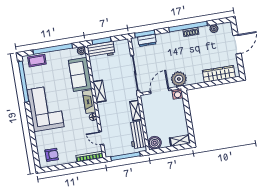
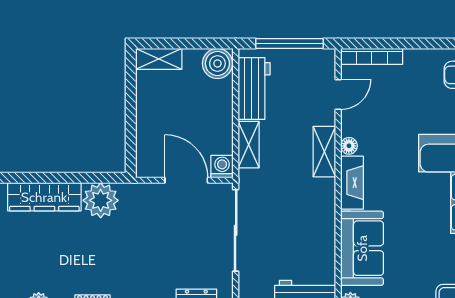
plant: (179, 79) -> (101, 200), moved
shelving: (99, 91) -> (324, 152), moved
door: (160, 91) -> (186, 180), swing flipped
washing machine: (177, 94) -> (222, 167), moved
door: (101, 138) -> (338, 94), hinge flipped

